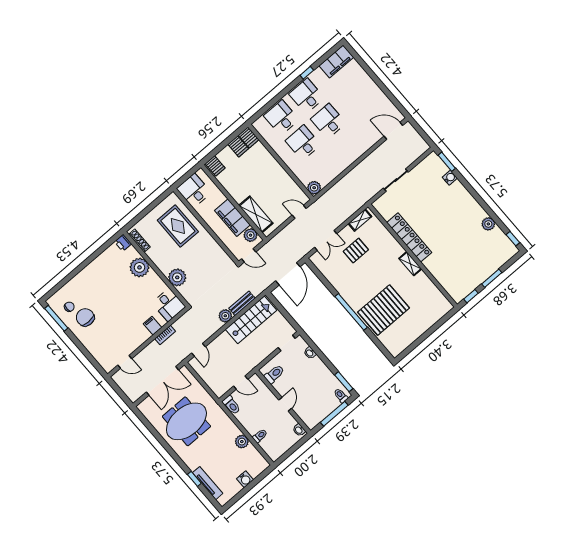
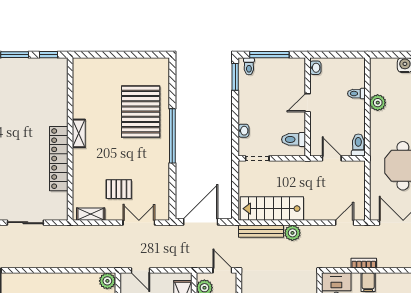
bench: (242, 303) -> (261, 231), width x1.36
pallet: (384, 310) -> (141, 112), turned 90

